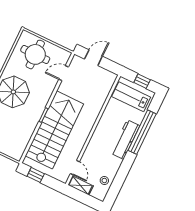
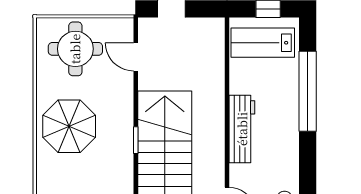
door: (64, 73) -> (136, 57), hinge flipped
workbench: (125, 139) -> (242, 129), moved, turned 180

